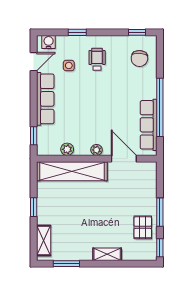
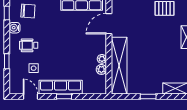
water cooler: (49, 42) -> (15, 28), moved
window: (34, 136) -> (64, 97), moved
plant: (97, 150) -> (102, 59), moved

